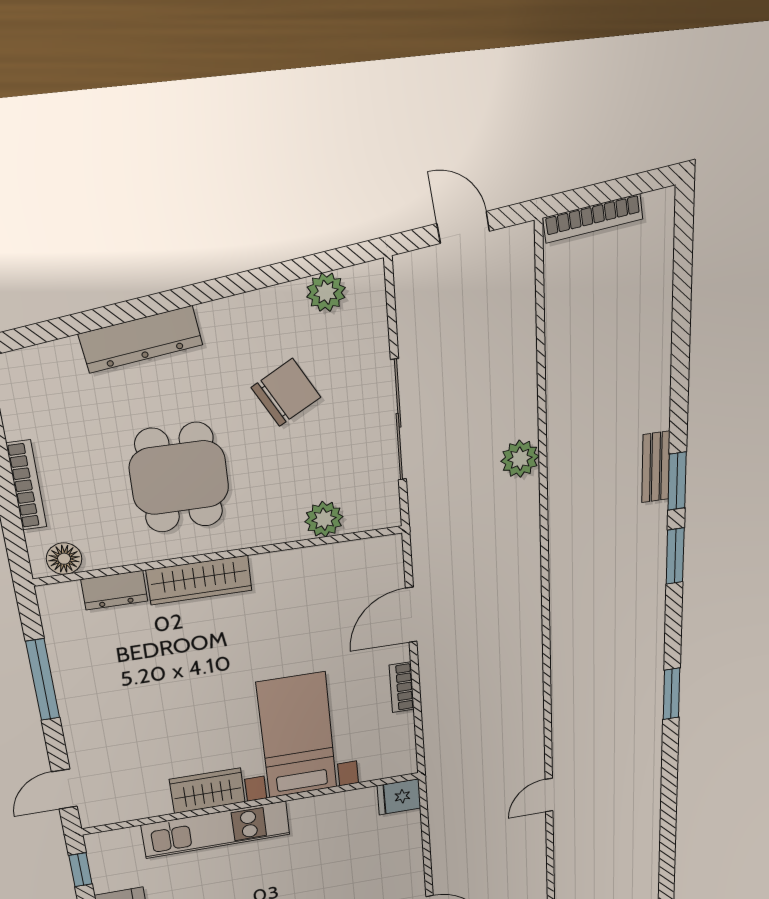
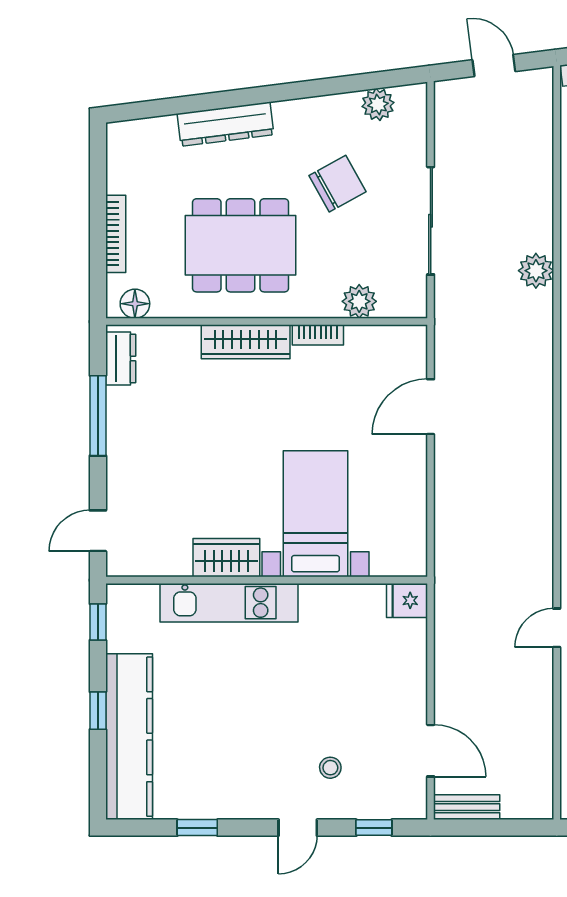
dining table: (179, 478) -> (241, 245), width x1.38
dresser: (114, 590) -> (121, 358), moved, turned -90
bookcase: (402, 687) -> (318, 335), moved, turned -90

